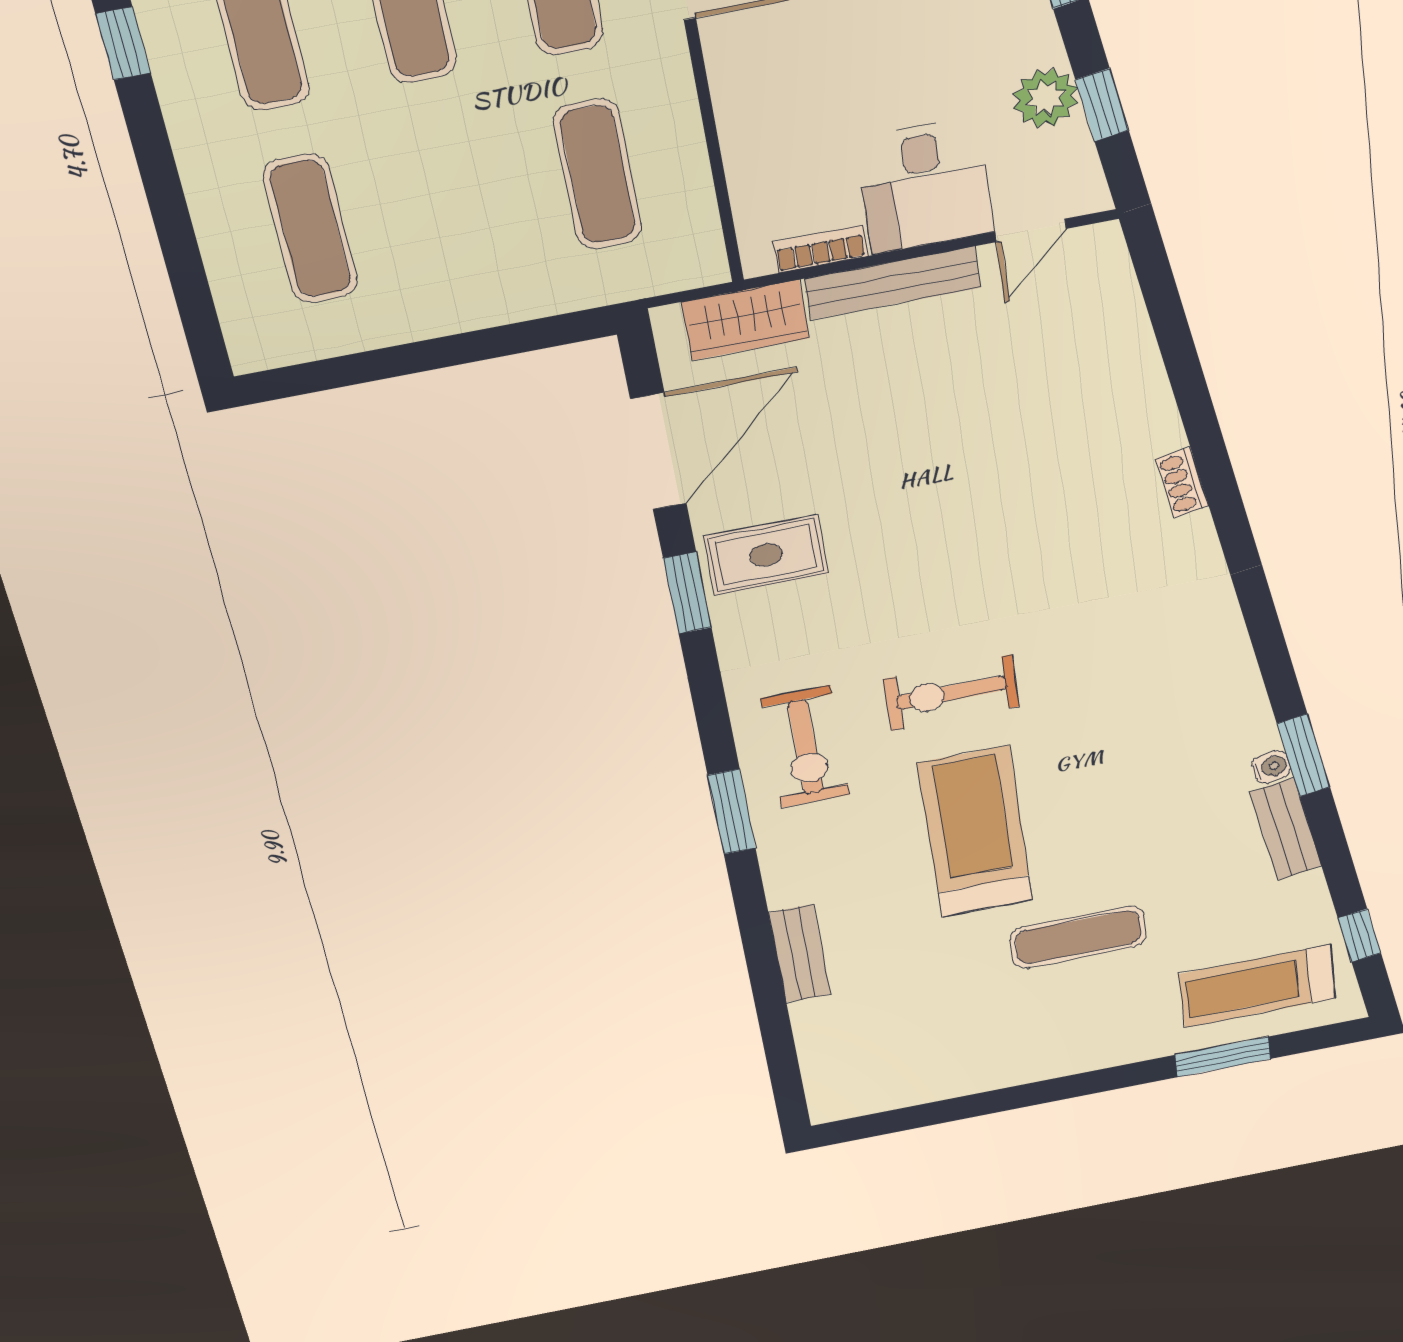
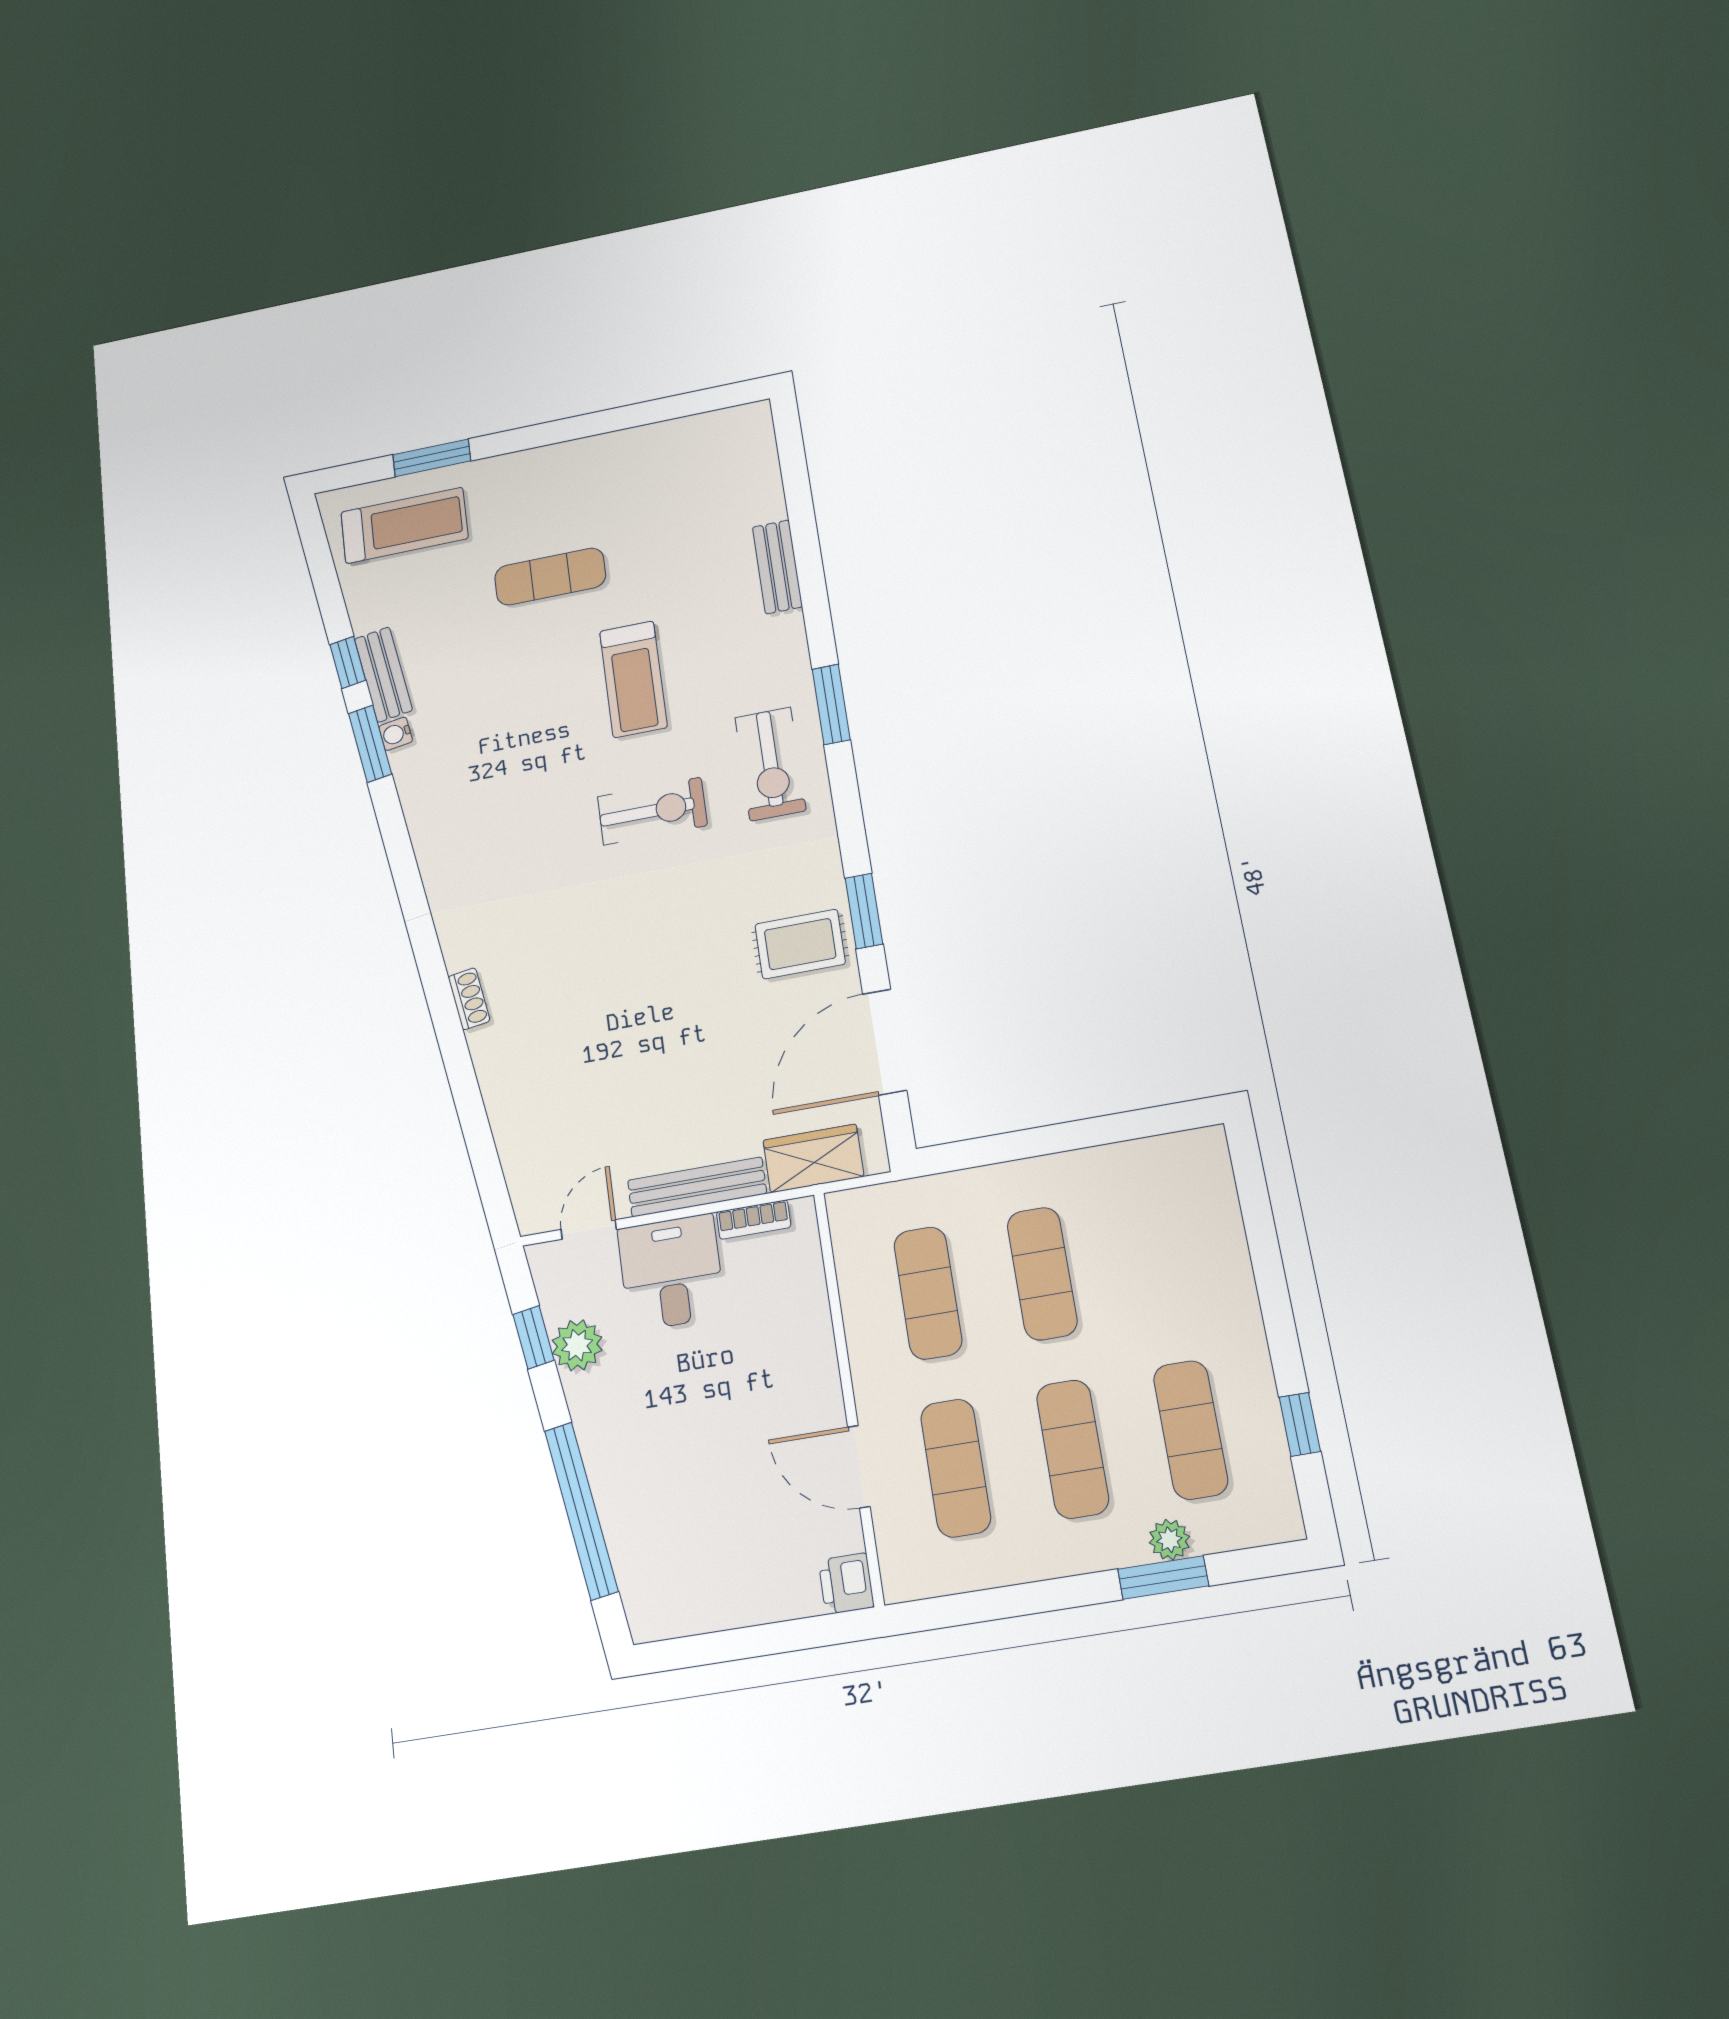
exercise mat: (310, 229) -> (1042, 1273), moved
exercise bike: (806, 747) -> (770, 764), turned 180
treadmill: (975, 832) -> (633, 679), width x0.73, depth x0.73
window: (1359, 936) -> (348, 662), moved

